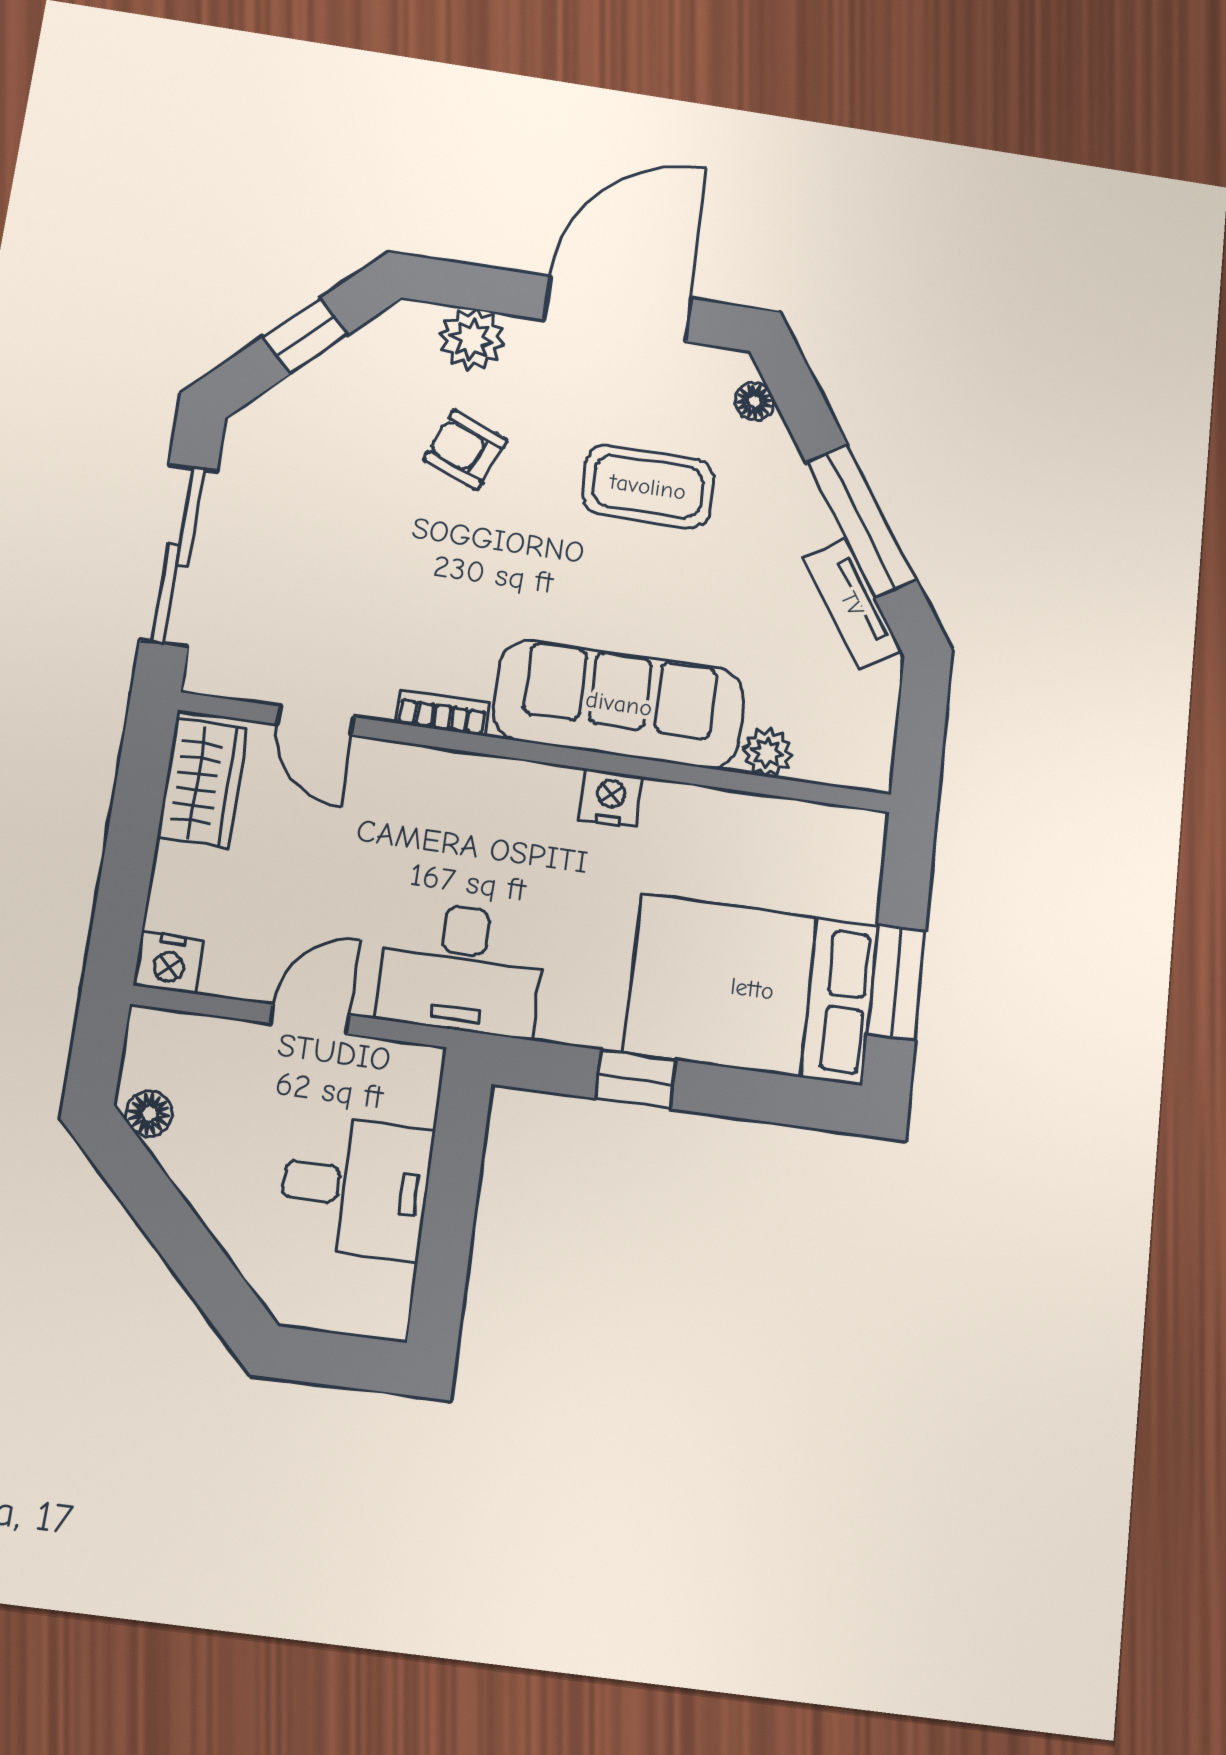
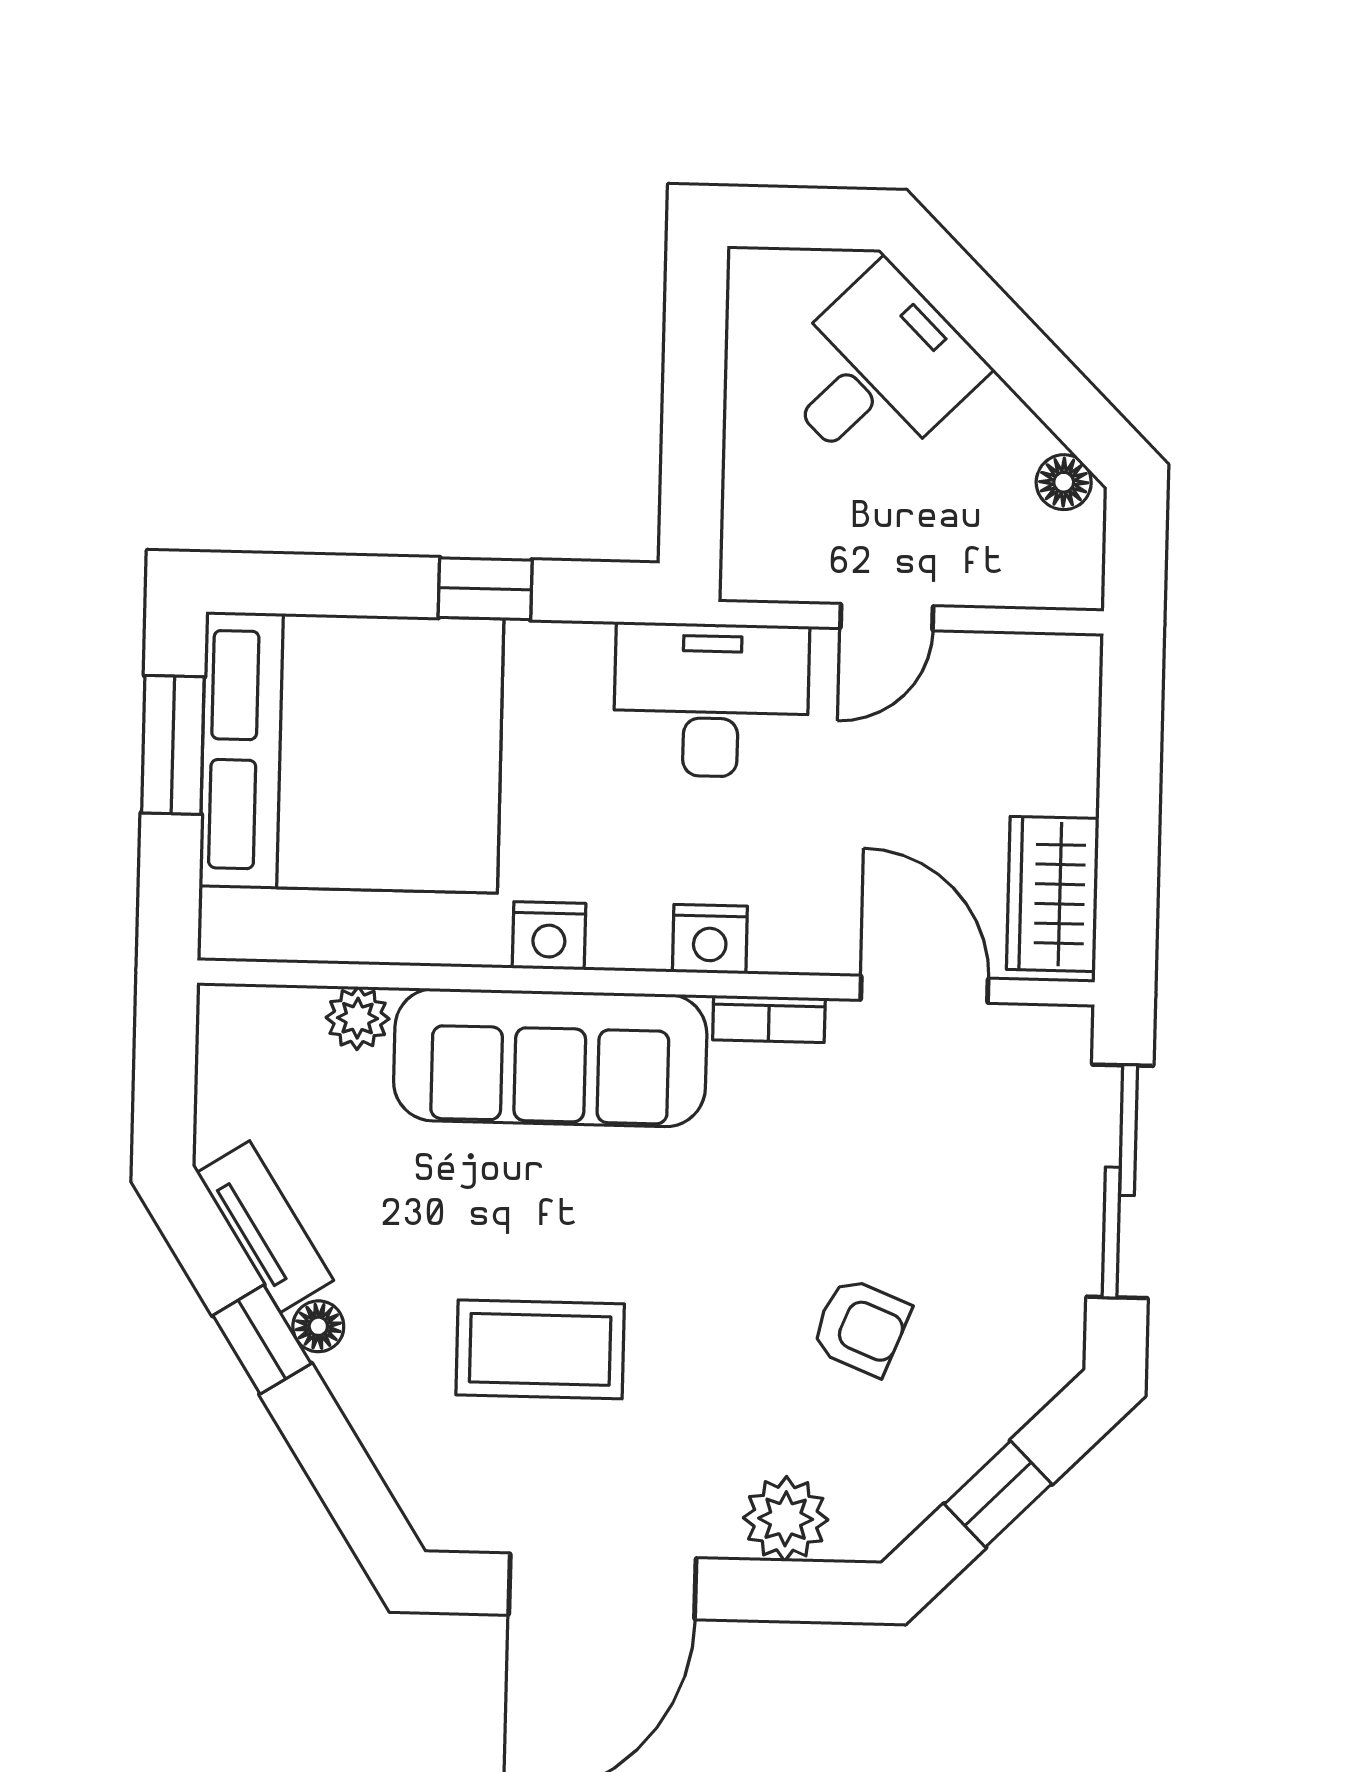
floor lamp: (755, 401) -> (318, 1326), moved
armchair: (465, 450) -> (861, 1327), moved
window: (861, 521) -> (262, 1339), width x0.46
door: (316, 721) -> (924, 989), width x1.38
nightstand: (170, 963) -> (710, 939), moved, turned 180
bed: (752, 989) -> (352, 752), width x1.36
desk: (356, 1188) -> (877, 371), moved, turned 135

